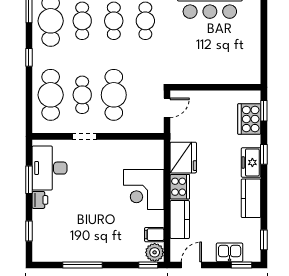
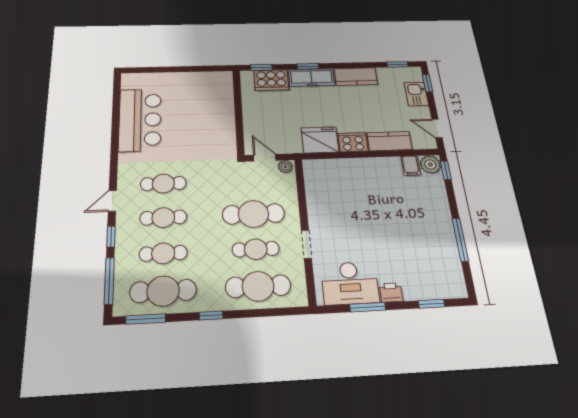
plant: (158, 125) -> (285, 167), added
freezer: (251, 162) -> (311, 78), width x1.40
corner desk: (144, 190) -> (361, 178), removed

